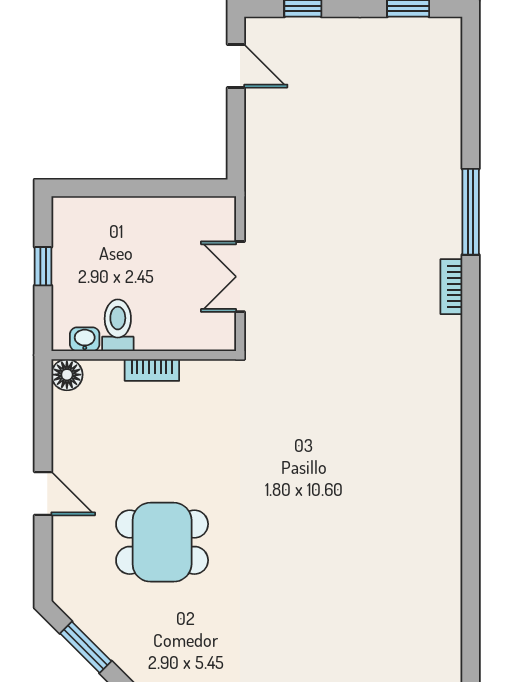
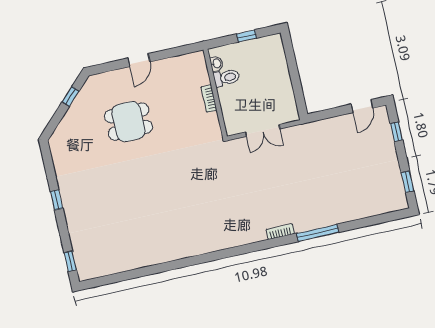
double door: (240, 277) -> (263, 130), swing flipped
floor lamp: (67, 375) -> (198, 59), removed
dining table: (162, 542) -> (128, 122), turned 90
window: (86, 647) -> (71, 96), width x0.67

